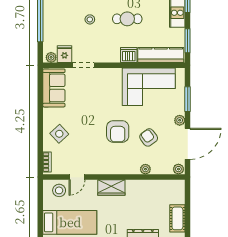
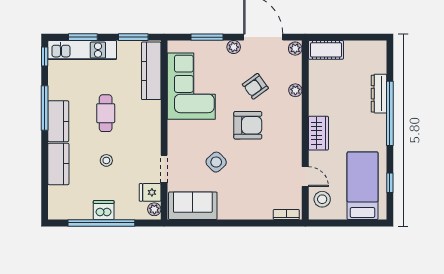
dishwasher: (129, 55) -> (104, 210), moved, turned 90
side table: (59, 134) -> (216, 162), moved
cot: (177, 218) -> (326, 50), moved

